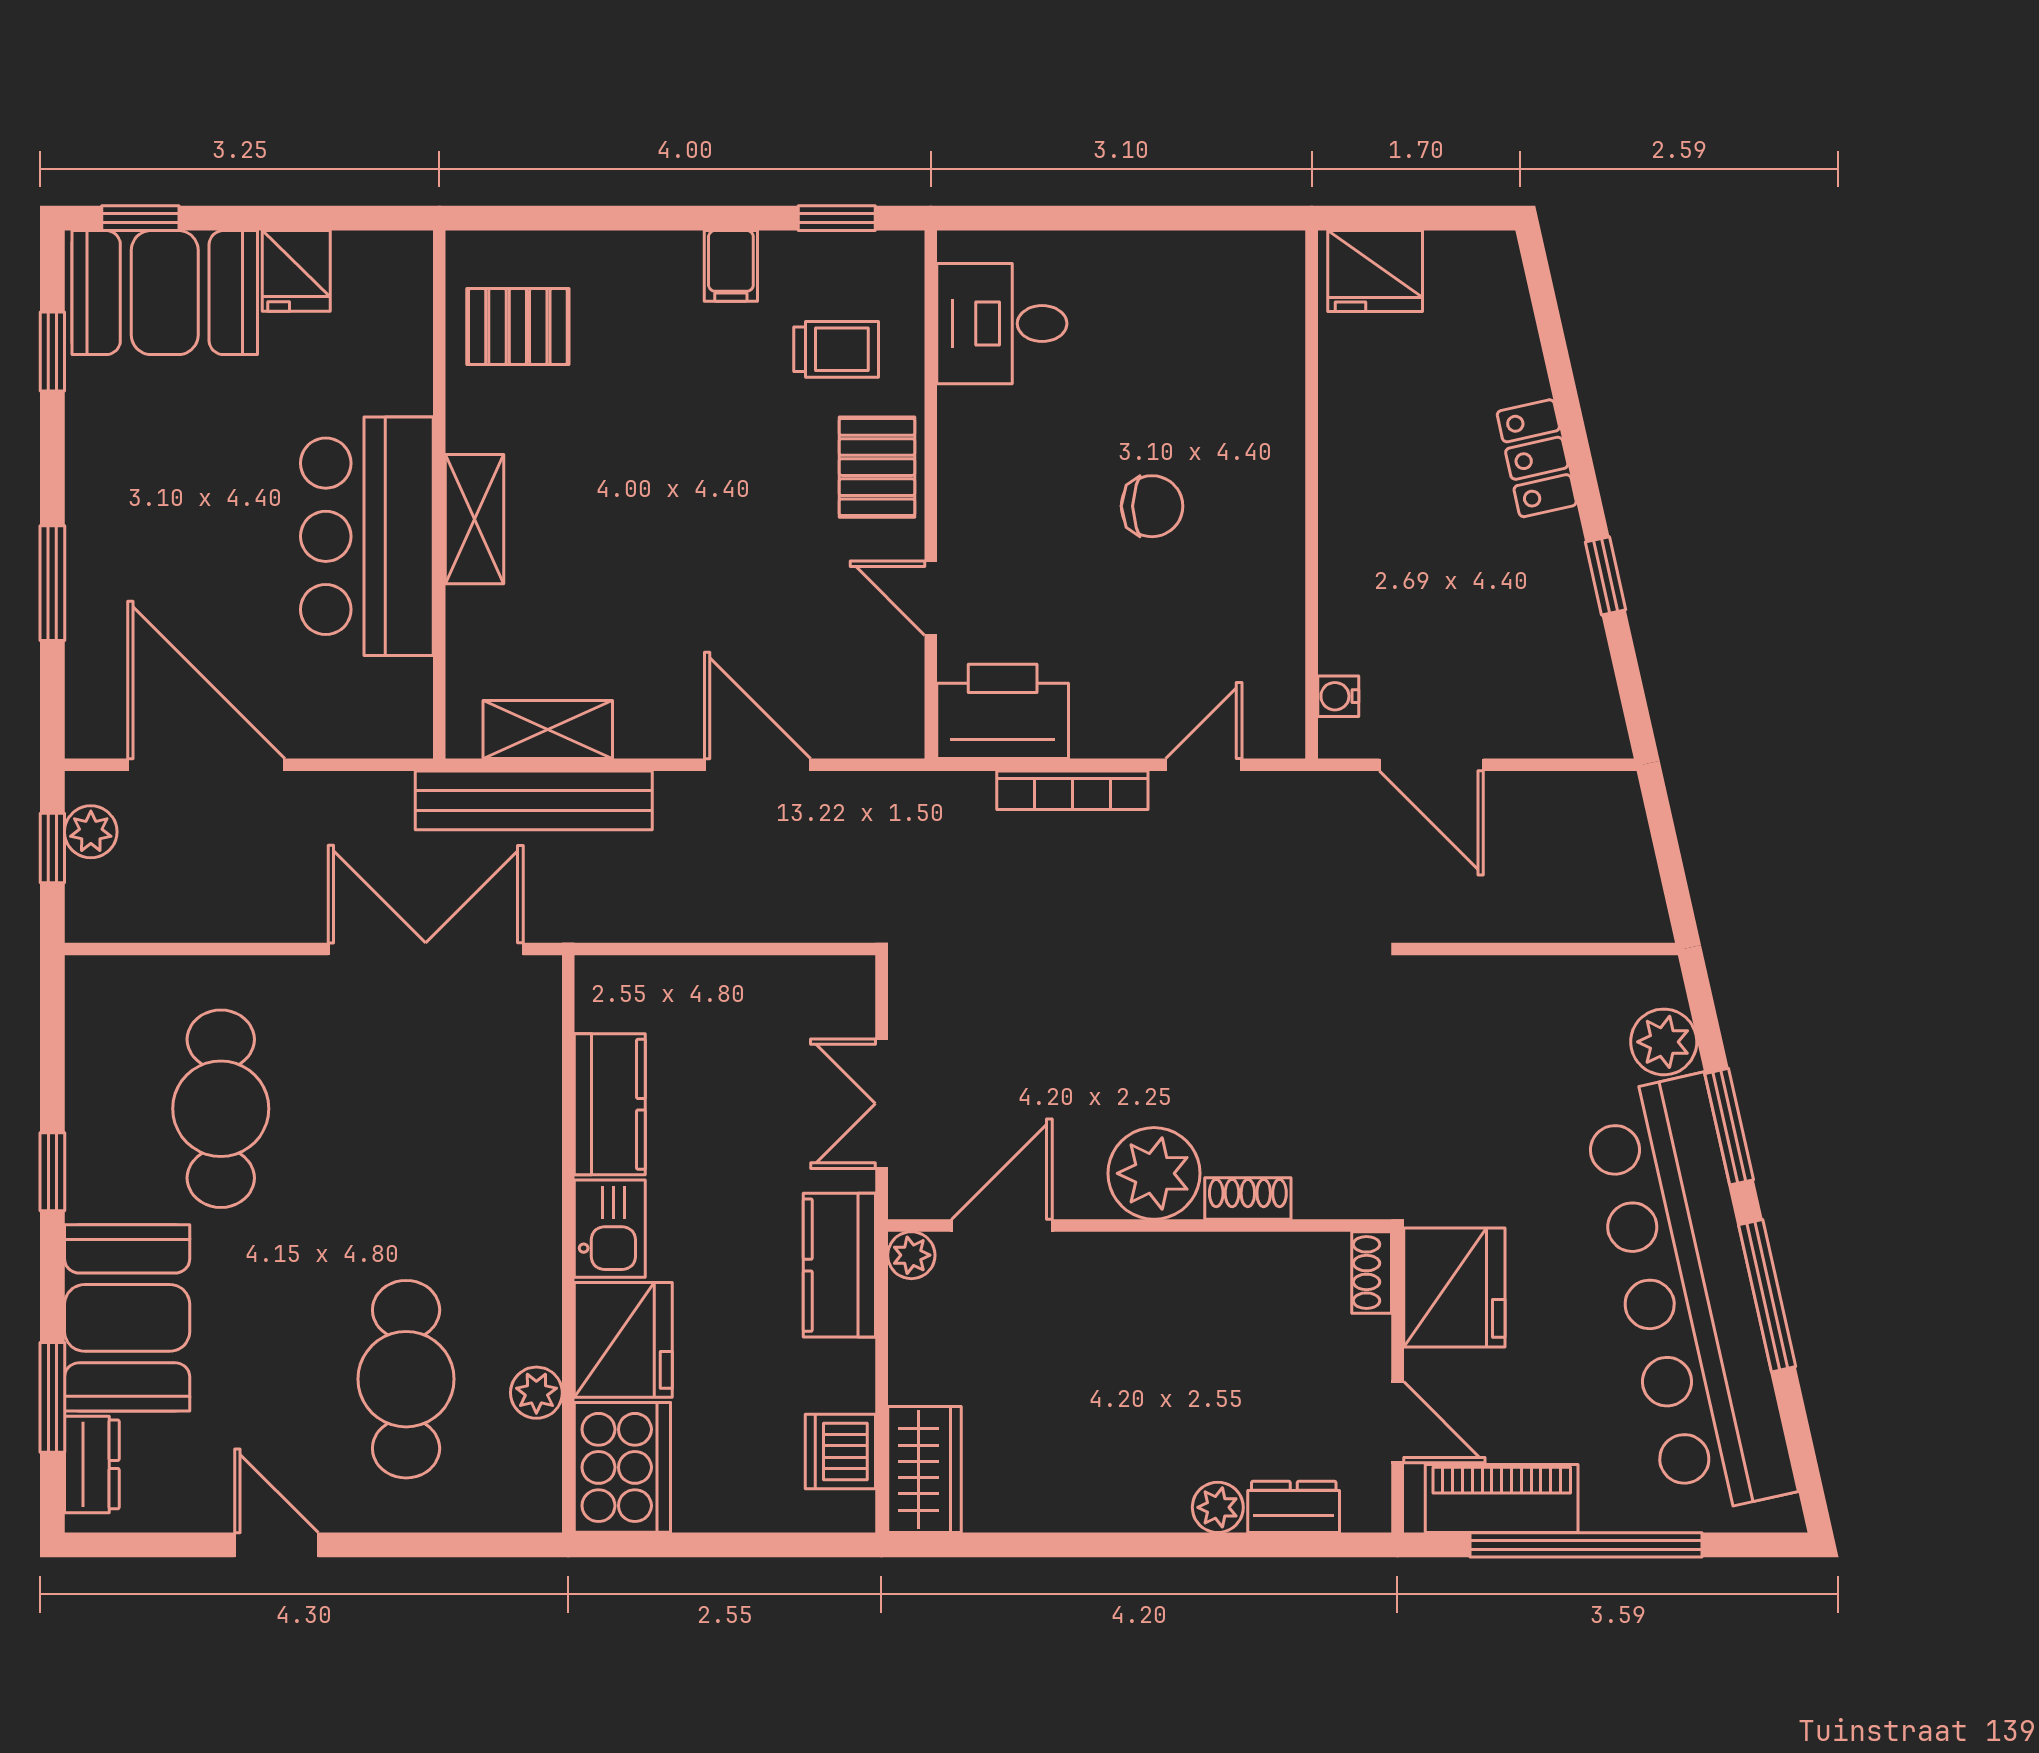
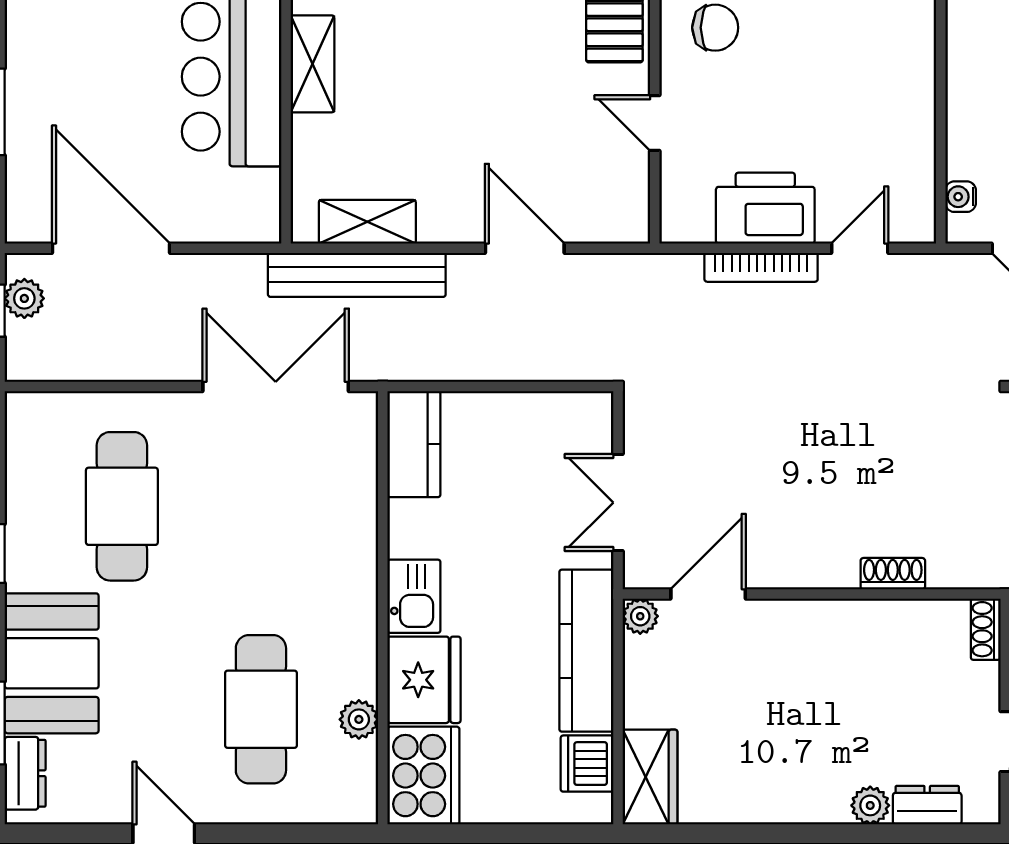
chair: (1152, 506) -> (715, 28), moved
printer: (1003, 711) -> (765, 208), moved
kitchen counter: (610, 1104) -> (414, 444), moved
plant: (1154, 1173) -> (822, 555), removed
kitchen counter: (839, 1265) -> (586, 651), width x1.50

